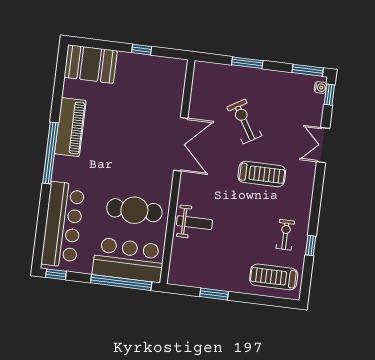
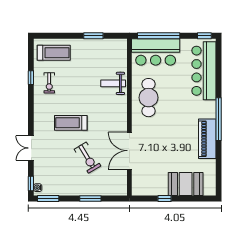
booth: (91, 64) -> (186, 184), moved
double door: (181, 144) -> (129, 151), moved
double door: (323, 145) -> (31, 148), swing flipped
cafe table: (134, 210) -> (148, 98), moved, turned 90

